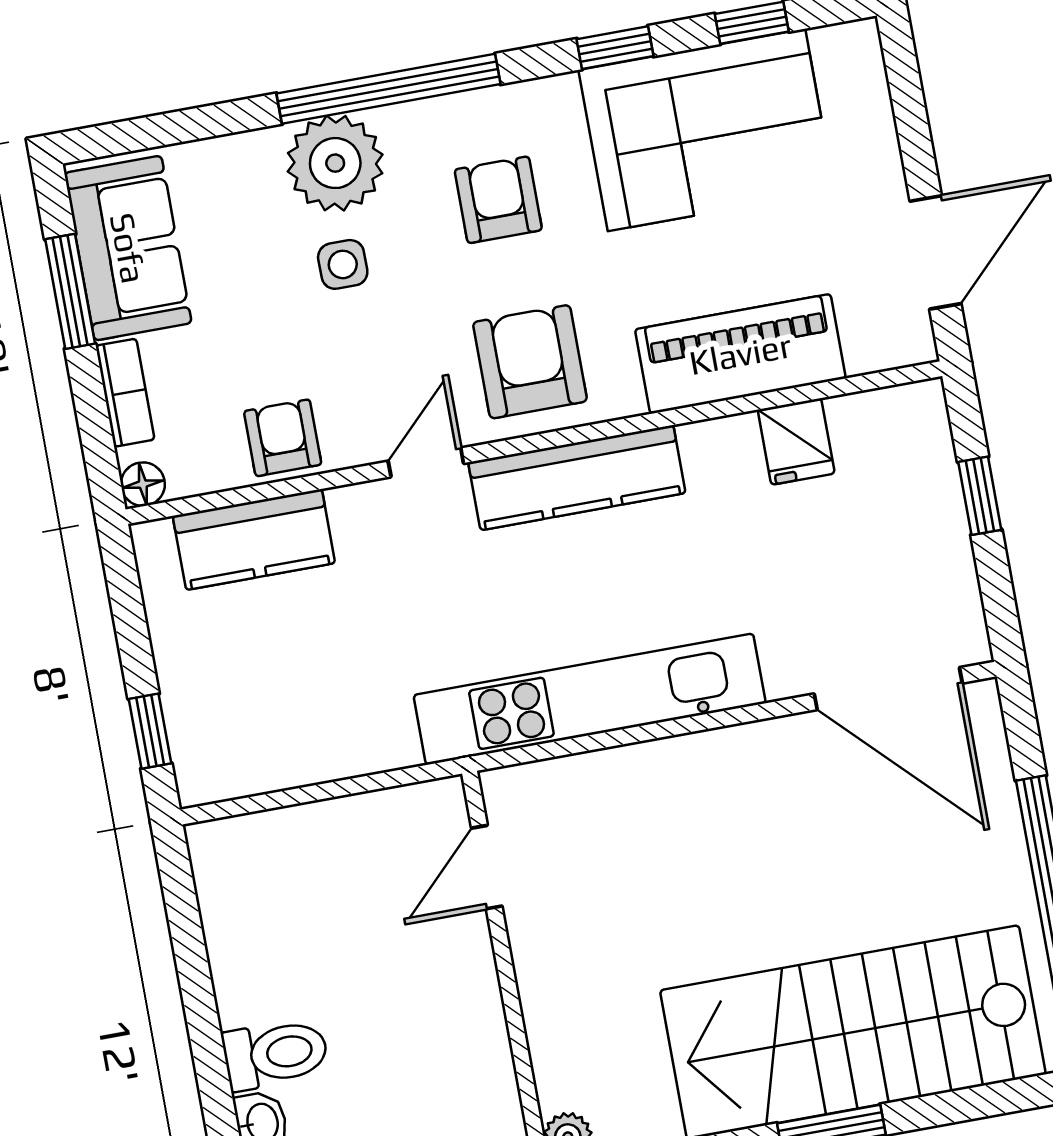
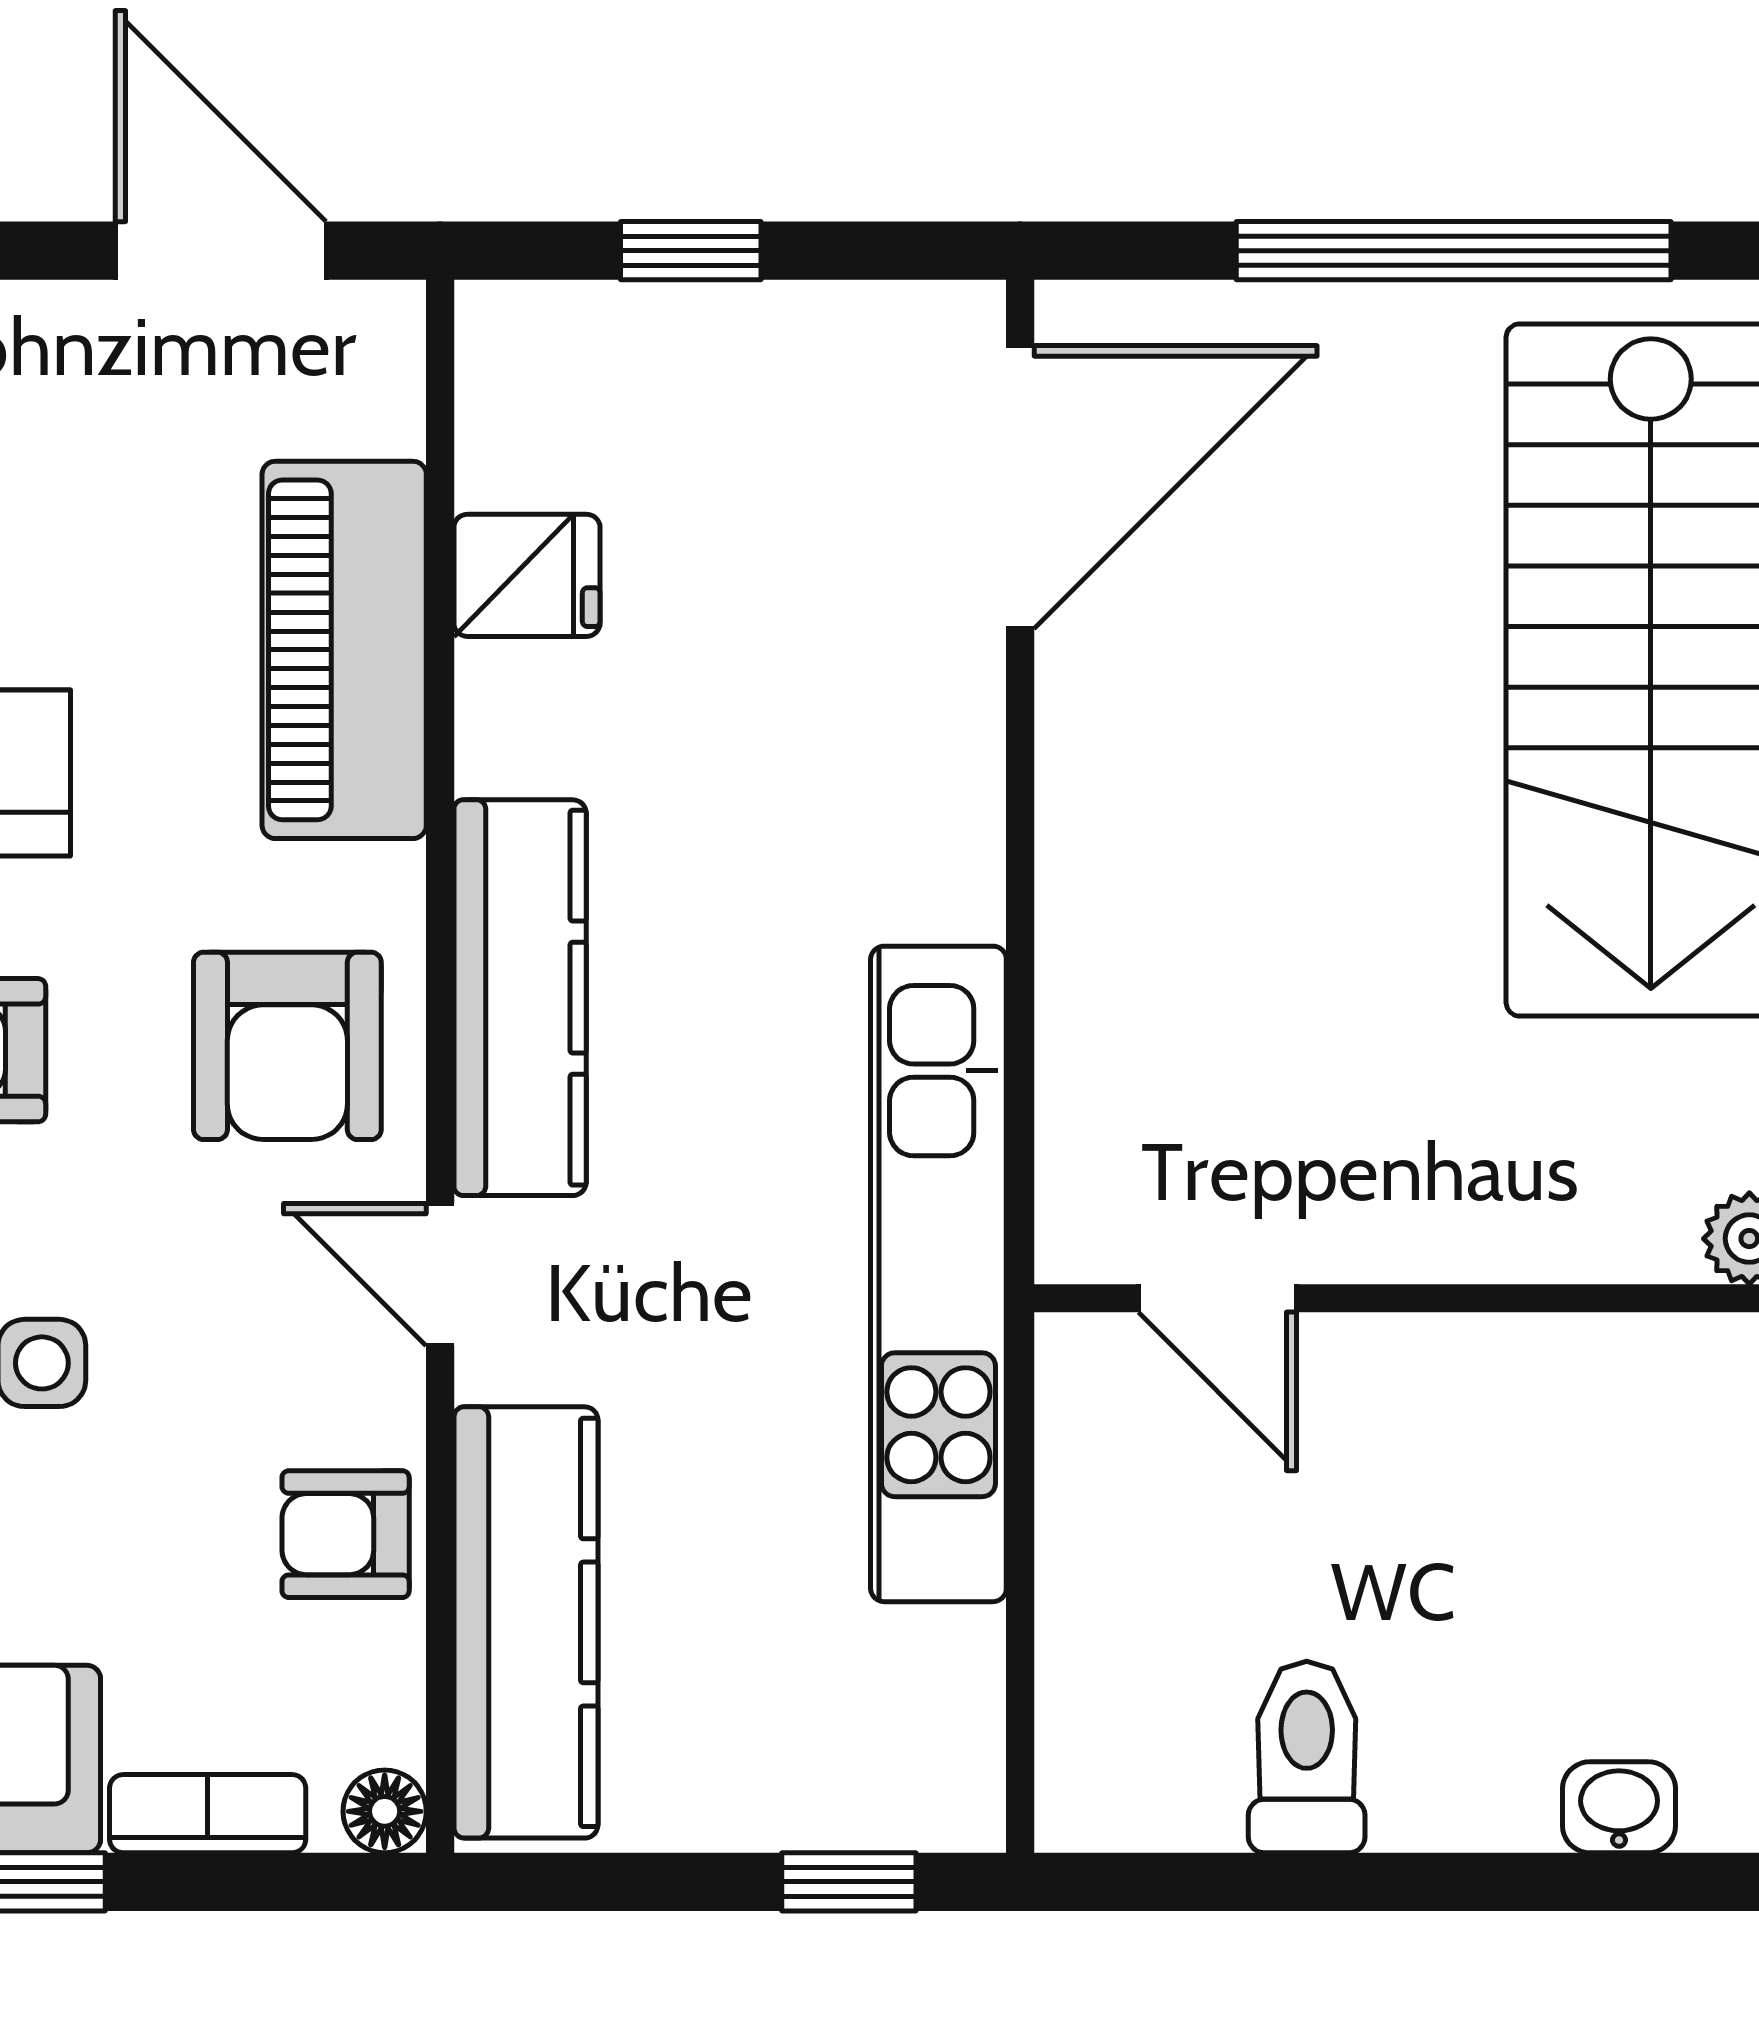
armchair: (530, 362) -> (287, 1046), turned -90
kitchen counter: (254, 540) -> (526, 1622), width x1.50
kitchen unit: (590, 699) -> (938, 1274), moved
toilet: (275, 1054) -> (1307, 1757), moved

